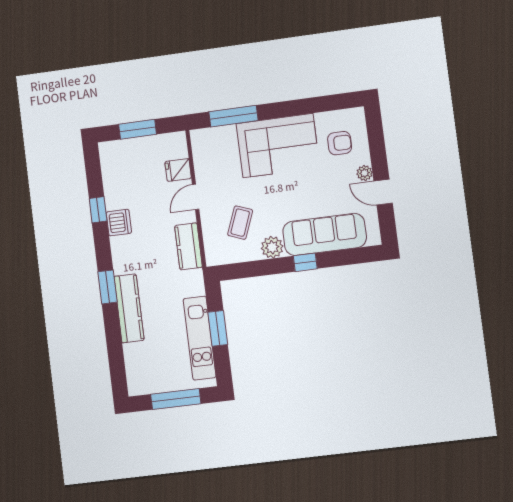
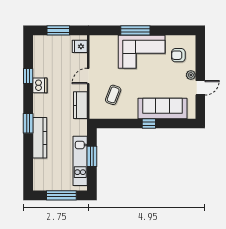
window: (233, 116) -> (135, 30), moved
armchair: (340, 143) -> (178, 55), turned 180
fridge: (178, 170) -> (80, 46), moved
door: (383, 192) -> (200, 88), swing flipped
plant: (272, 247) -> (130, 112), removed

